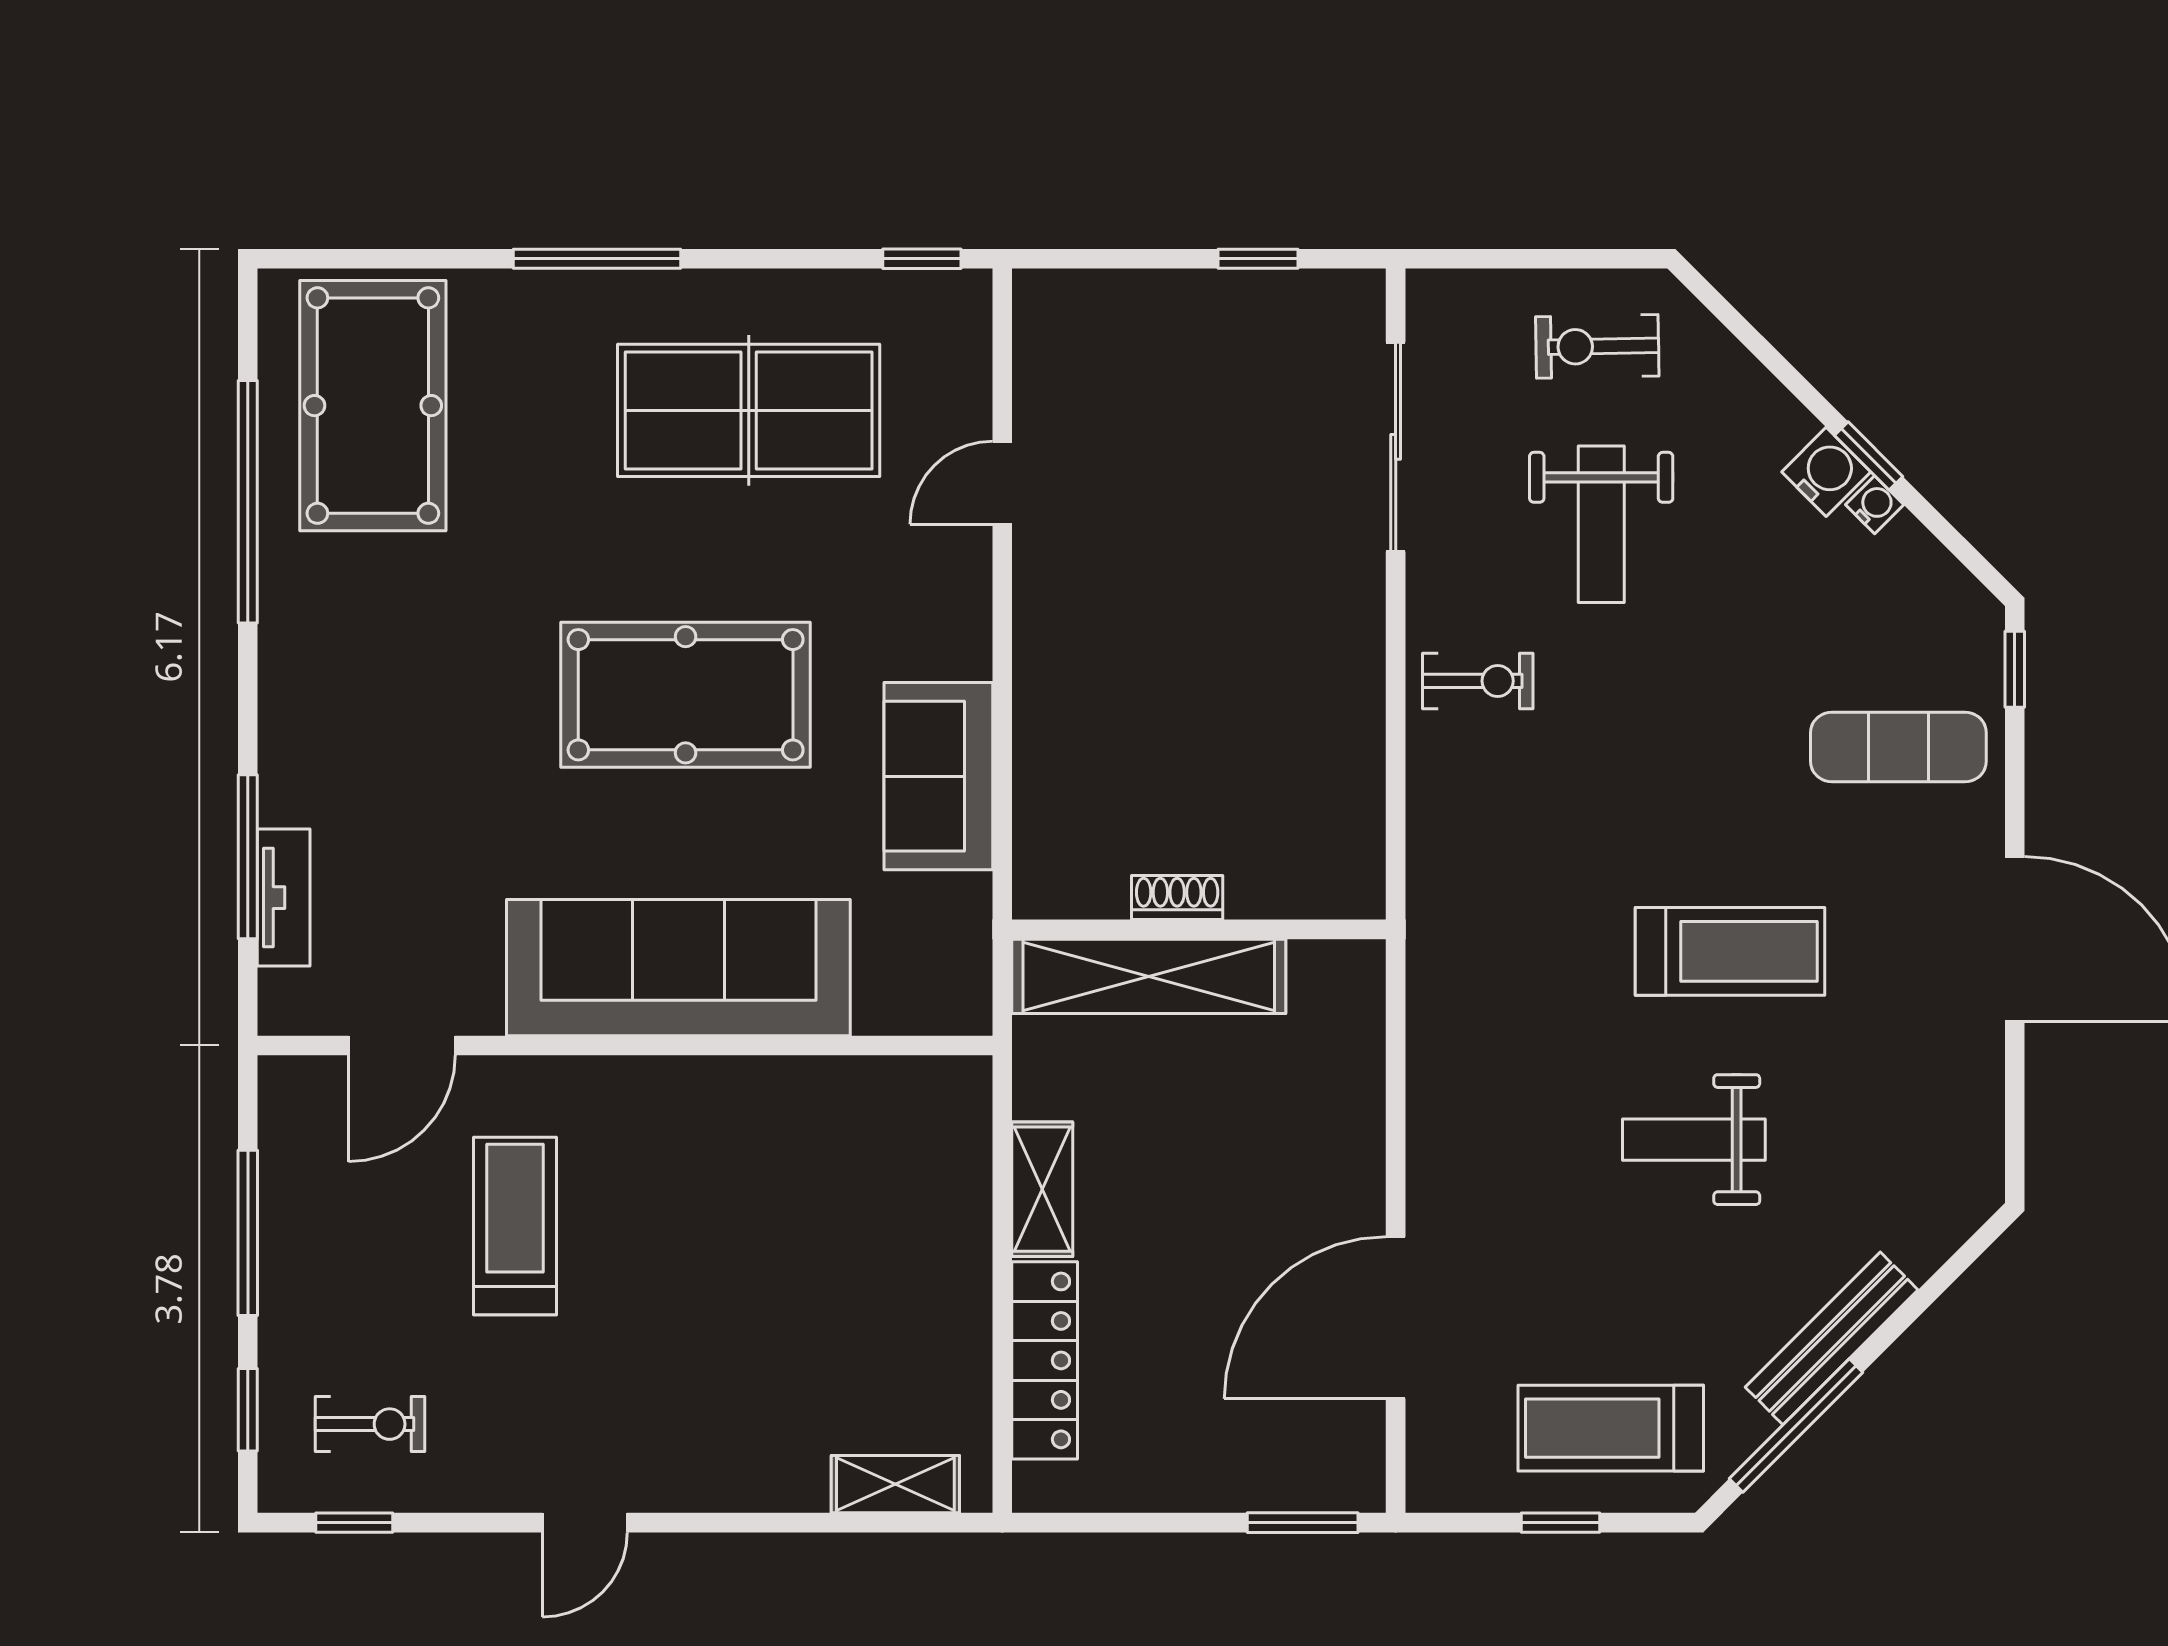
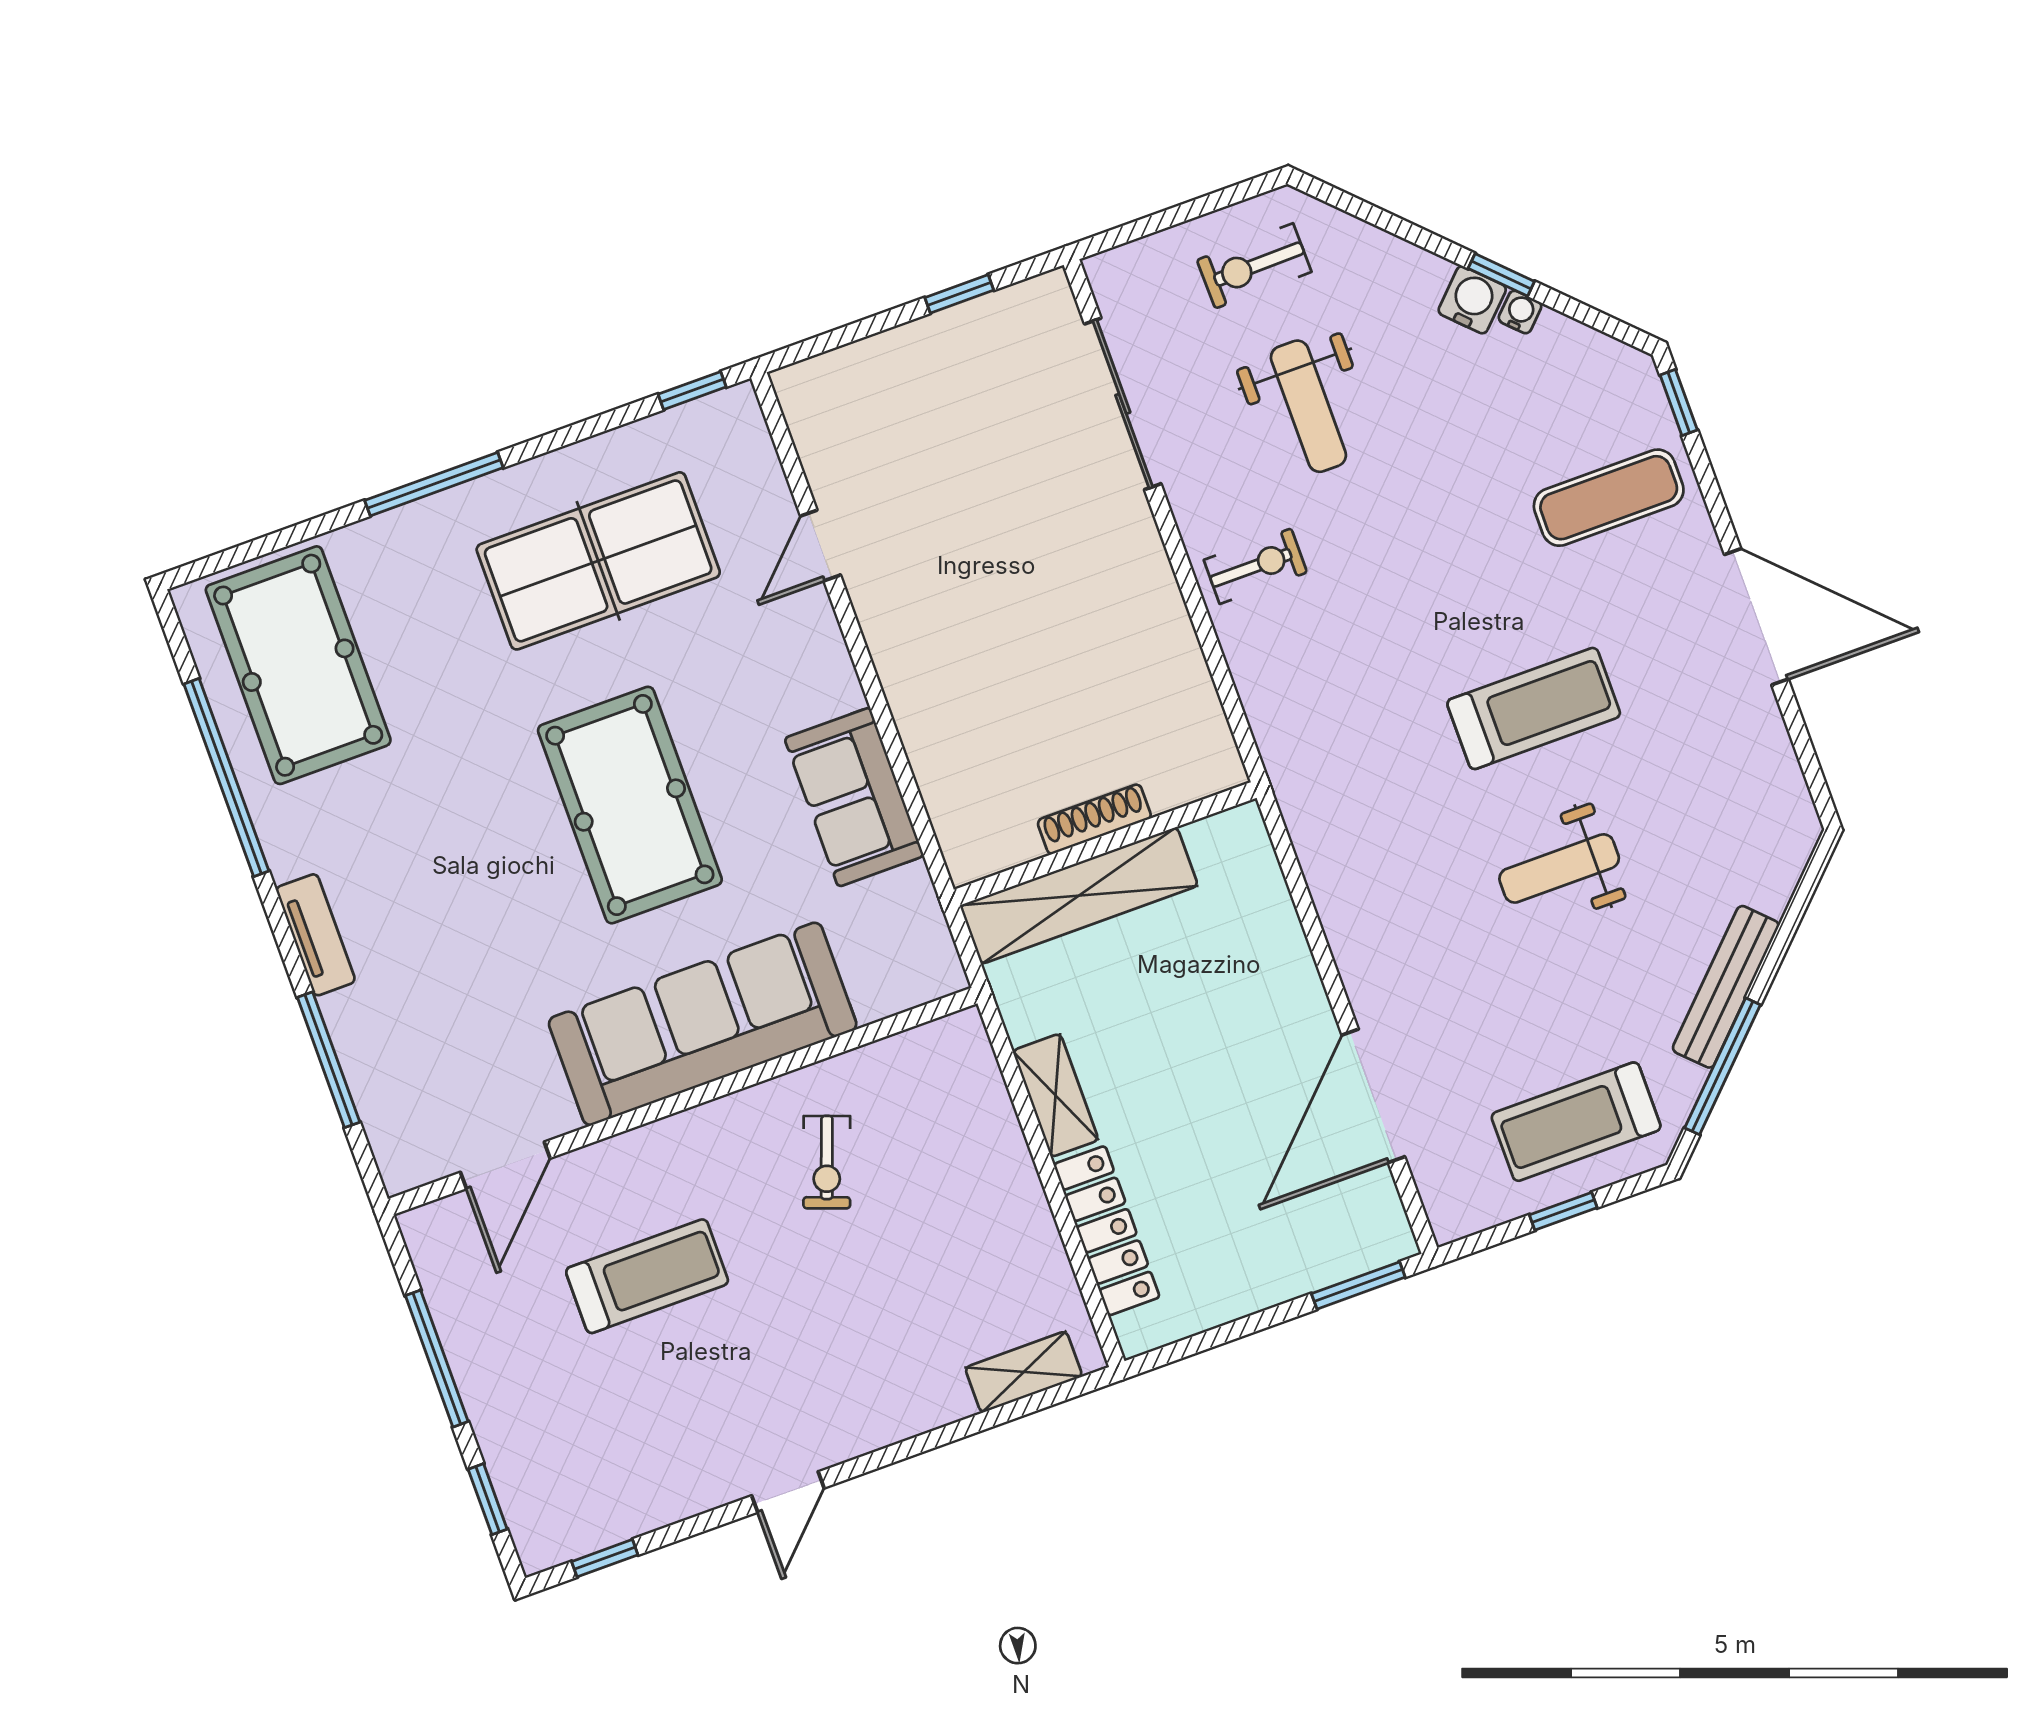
pool table: (686, 695) -> (630, 805), turned 90
tv unit: (284, 898) -> (316, 935), moved
shoe rack: (1177, 898) -> (1094, 819), width x1.43
treadmill: (515, 1226) -> (647, 1276), turned 90
exercise bike: (370, 1424) -> (827, 1162), moved, turned 110

